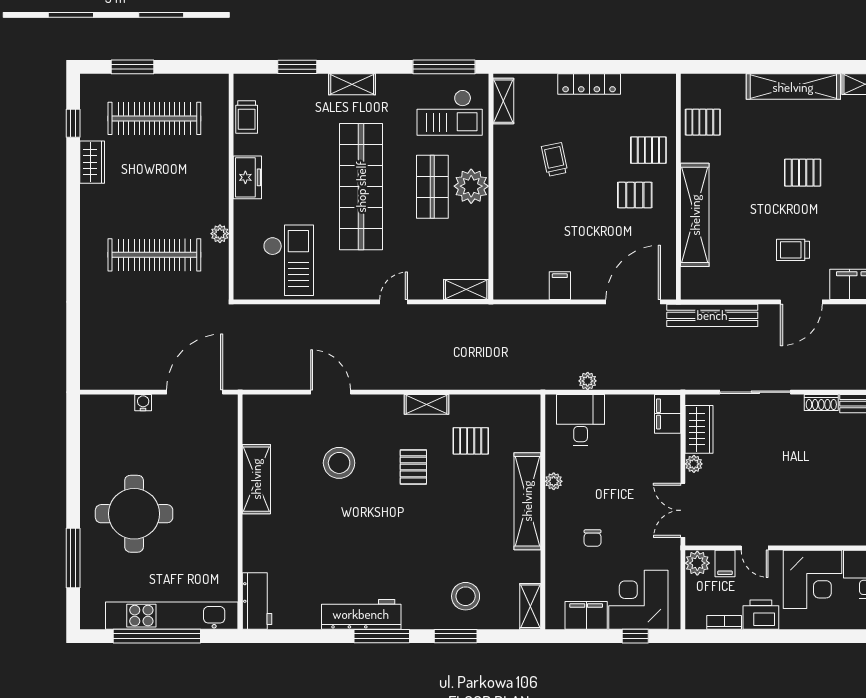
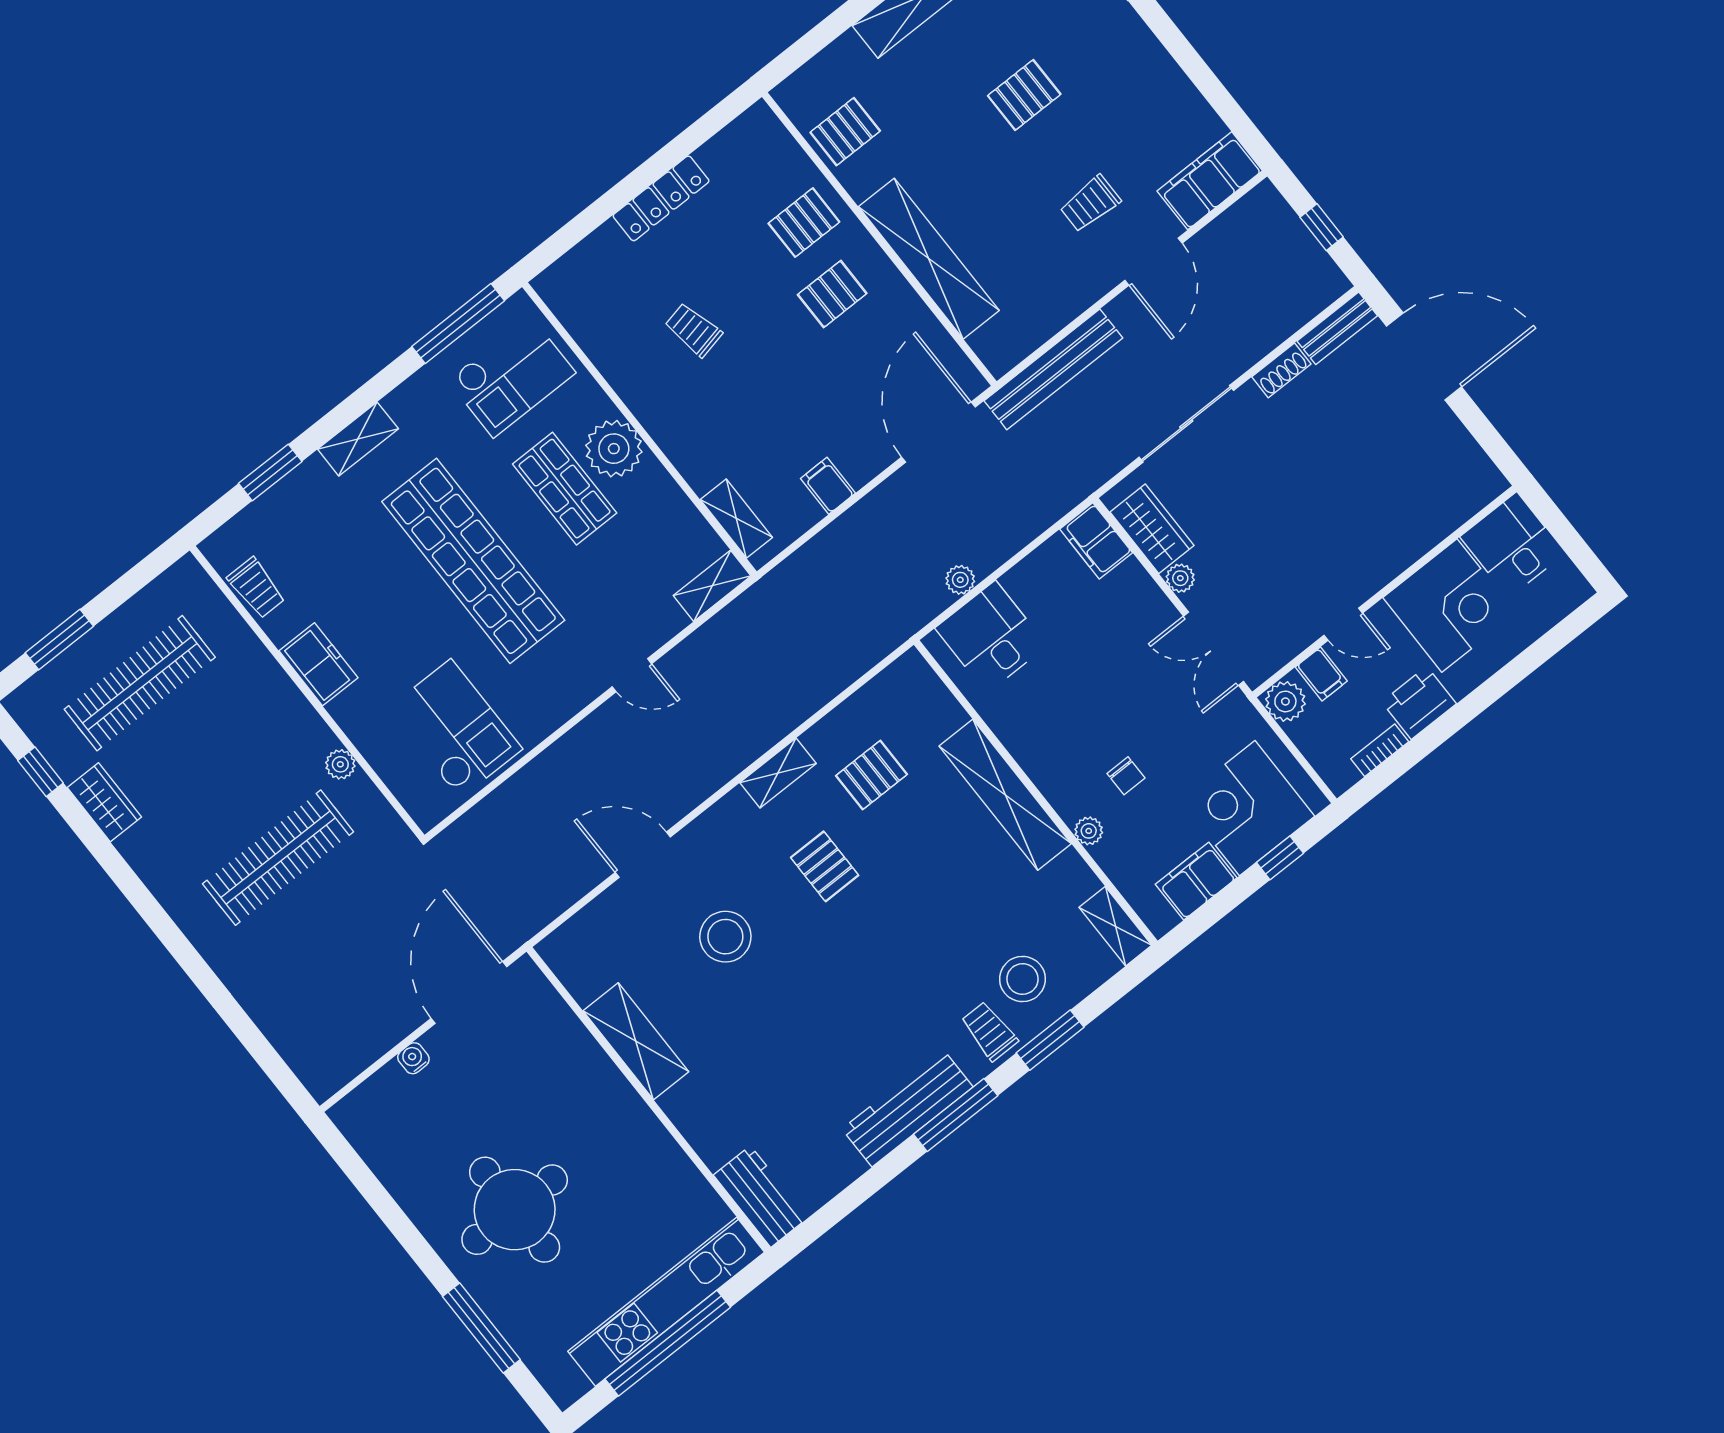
shelving: (503, 101) -> (736, 519), moved
door: (394, 302) -> (632, 675), swing flipped
plant: (554, 481) -> (1089, 831), moved
trolley: (430, 609) -> (989, 1031), added

